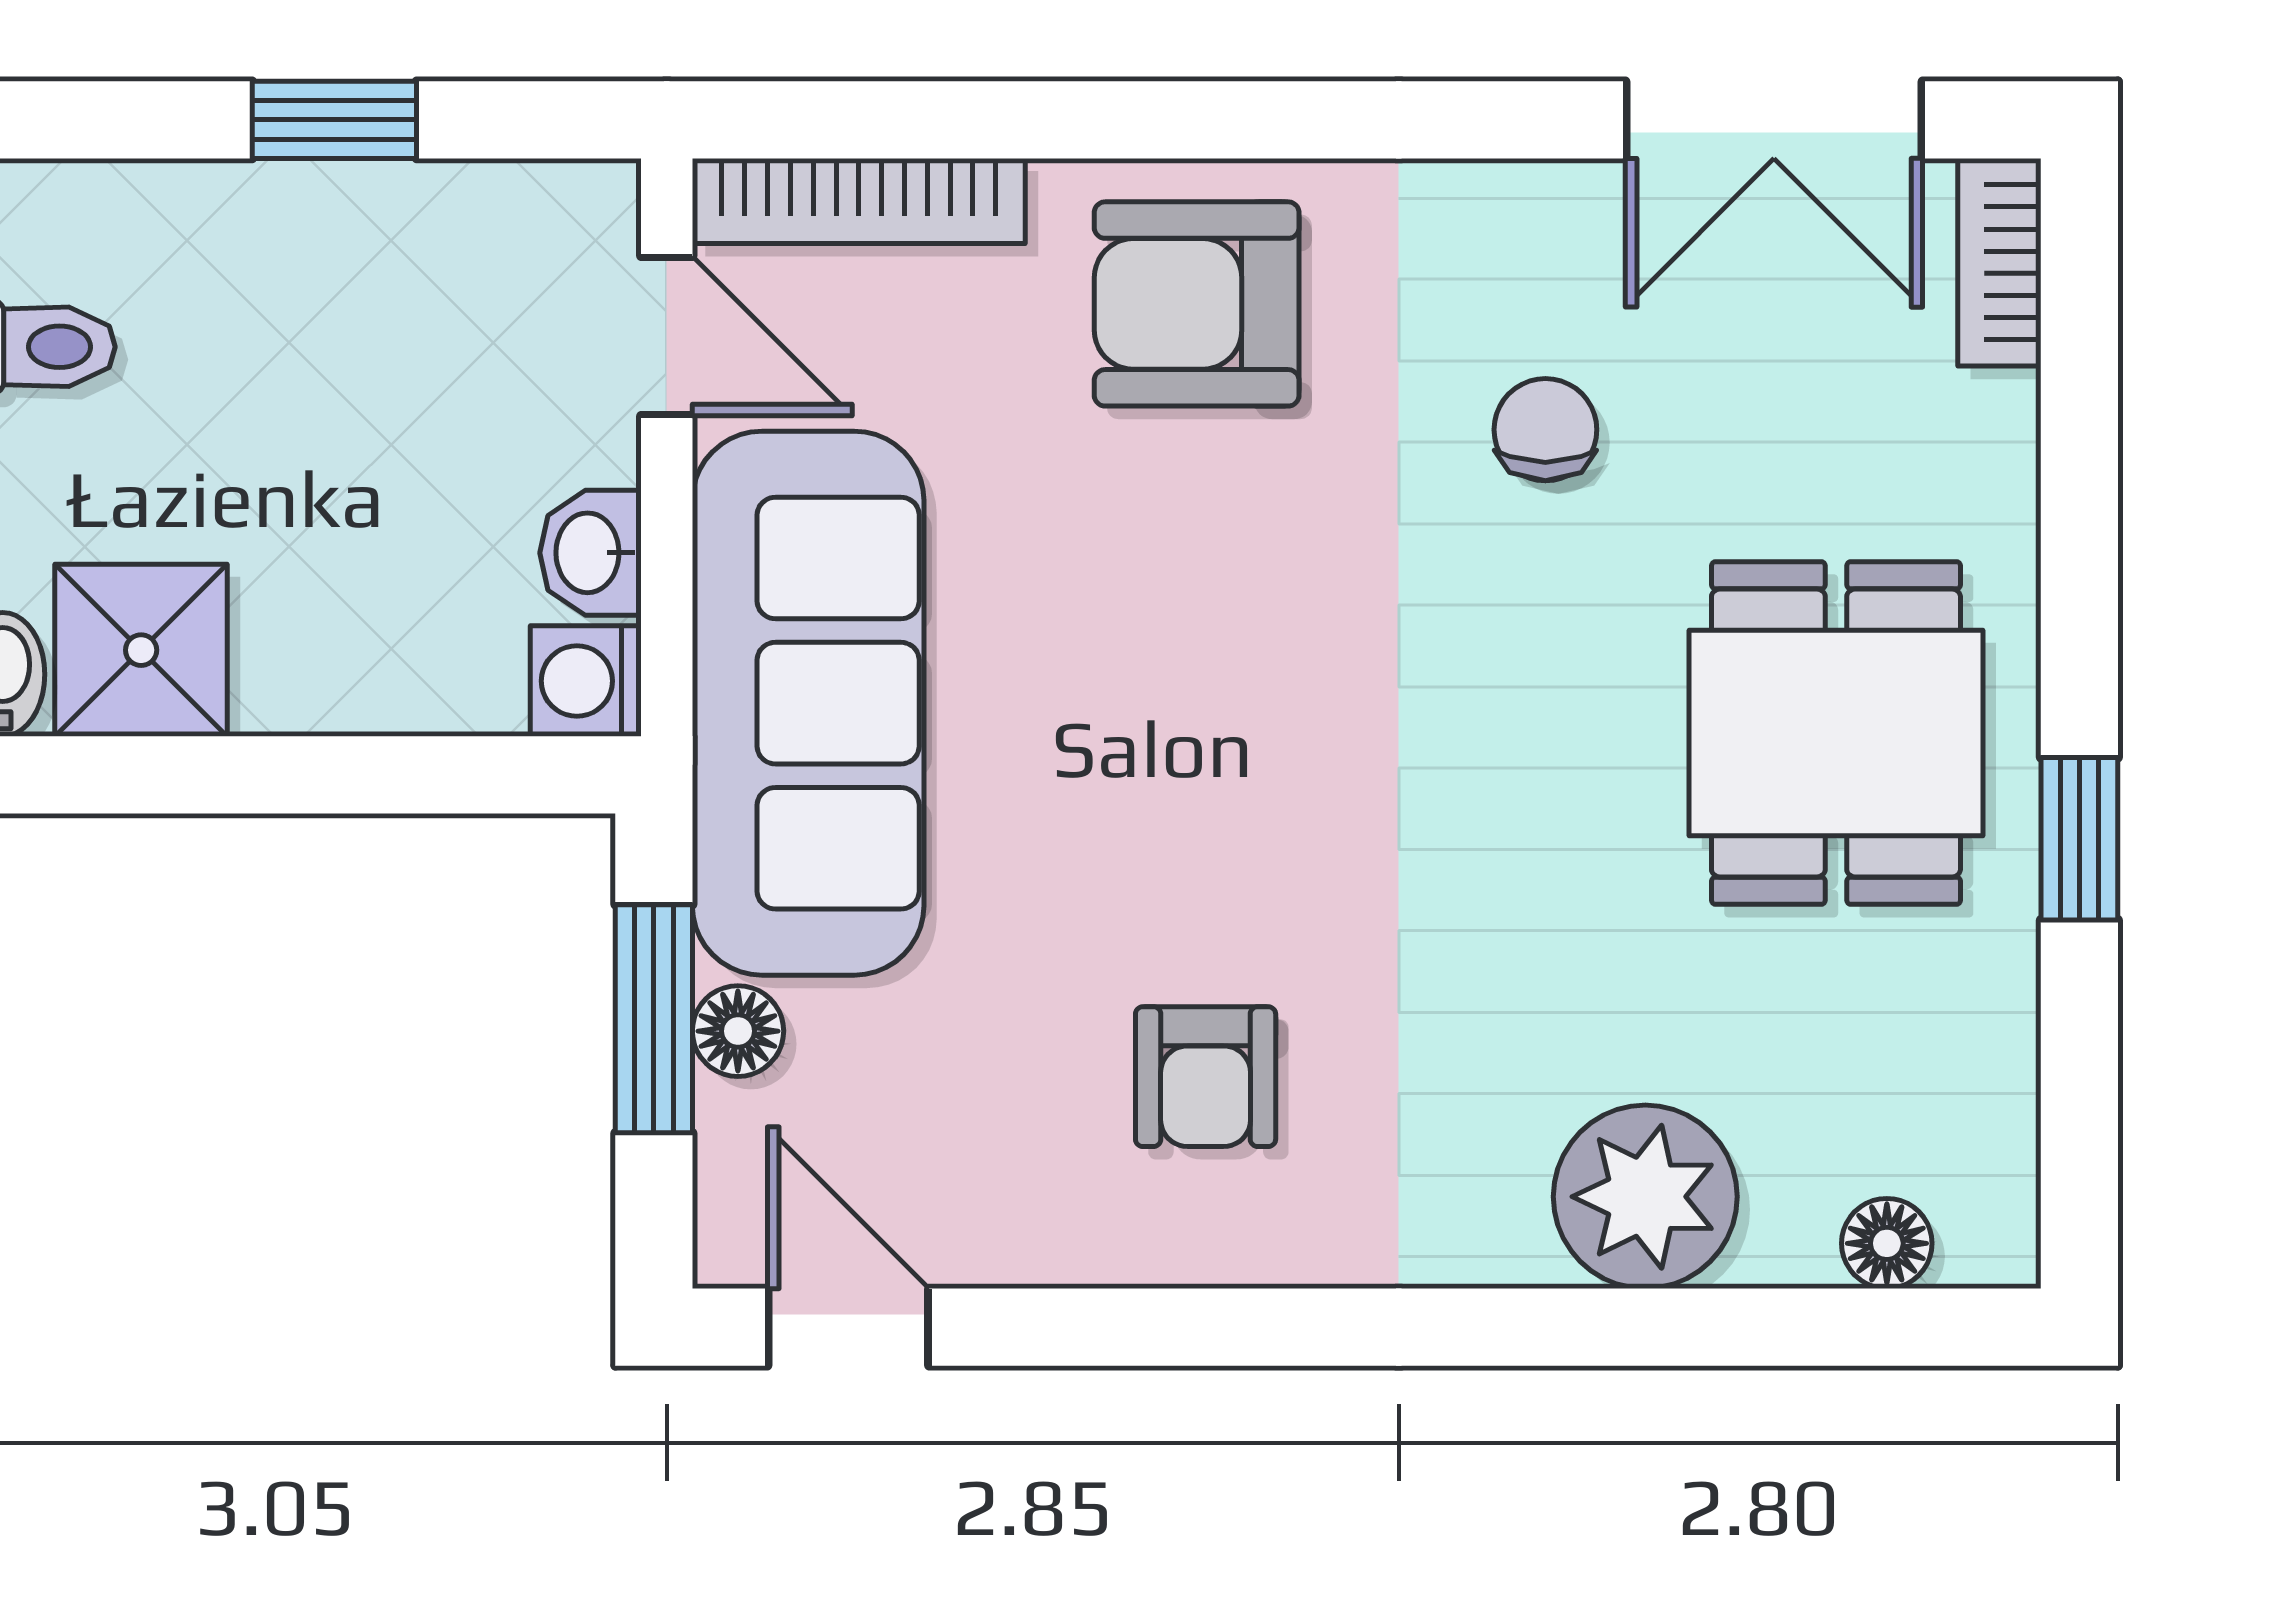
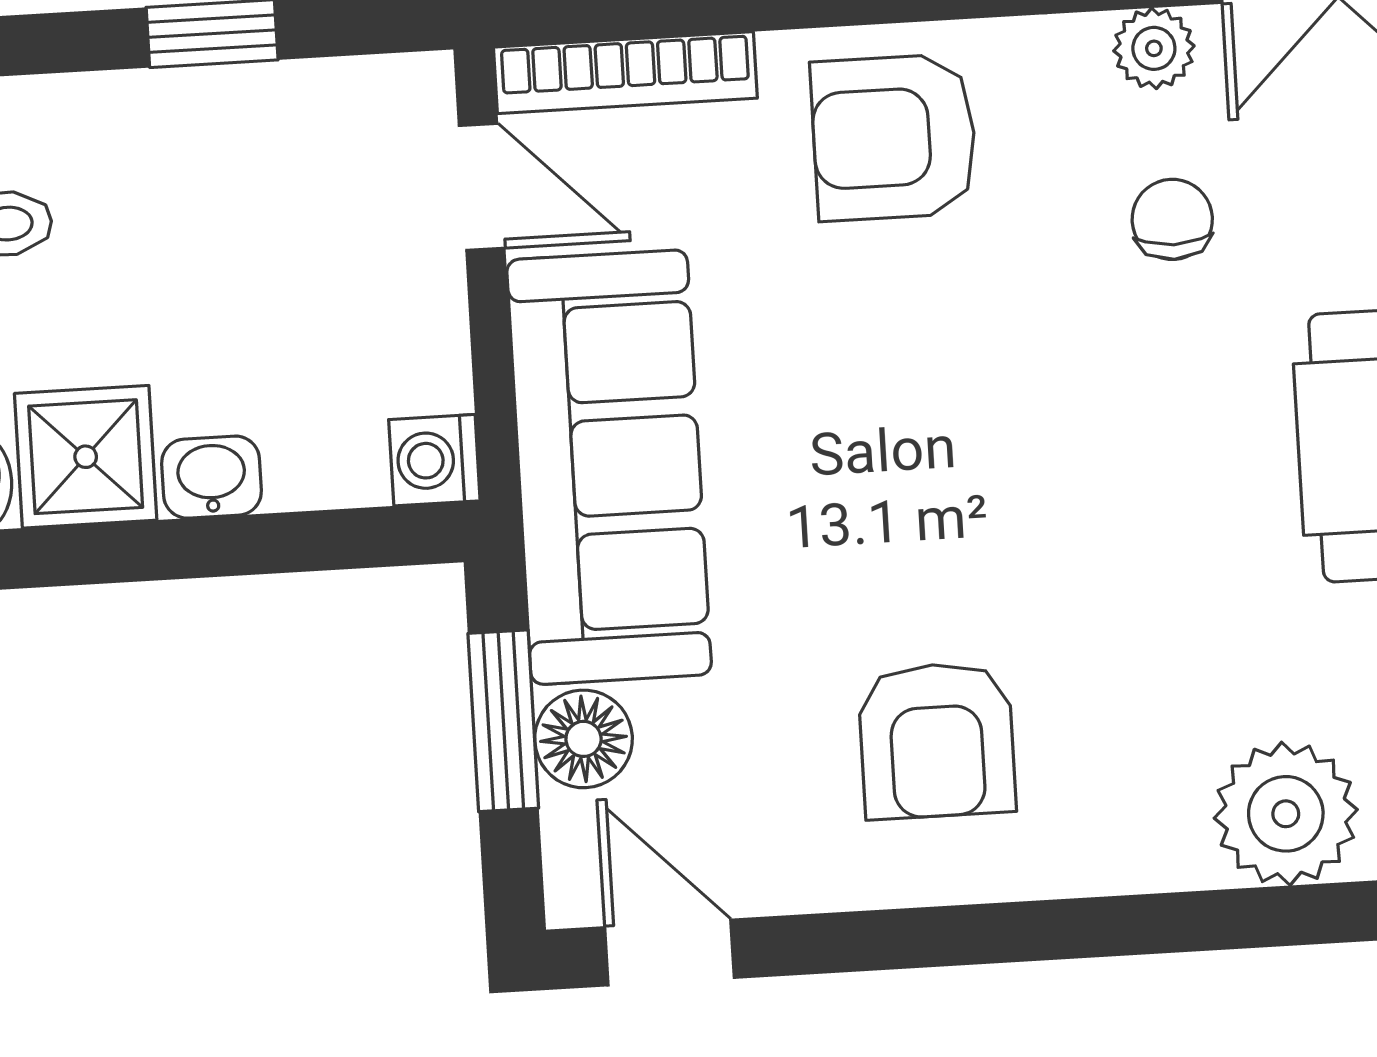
plant: (1535, 210) -> (1154, 48), added
washbasin: (590, 553) -> (211, 477), moved, turned 90
floor lamp: (738, 1031) -> (584, 739), width x1.37, depth x1.37
armchair: (1206, 1077) -> (937, 740), width x1.38, depth x1.38

